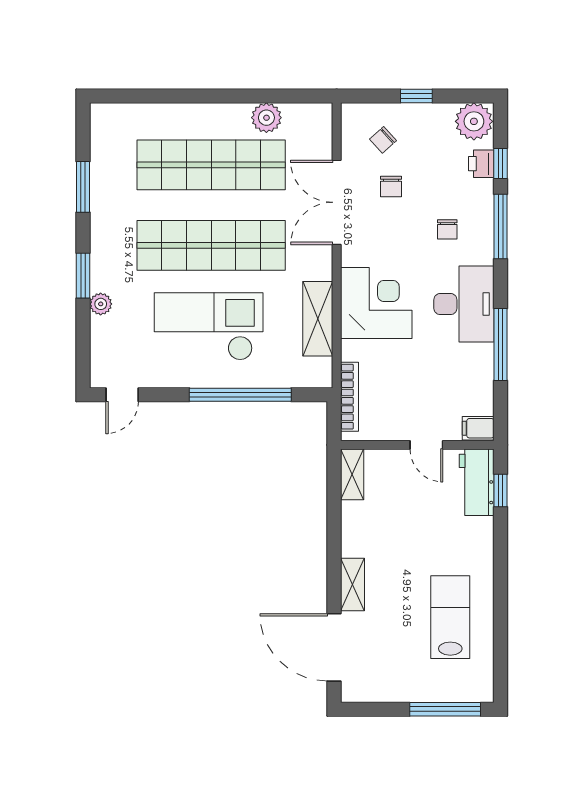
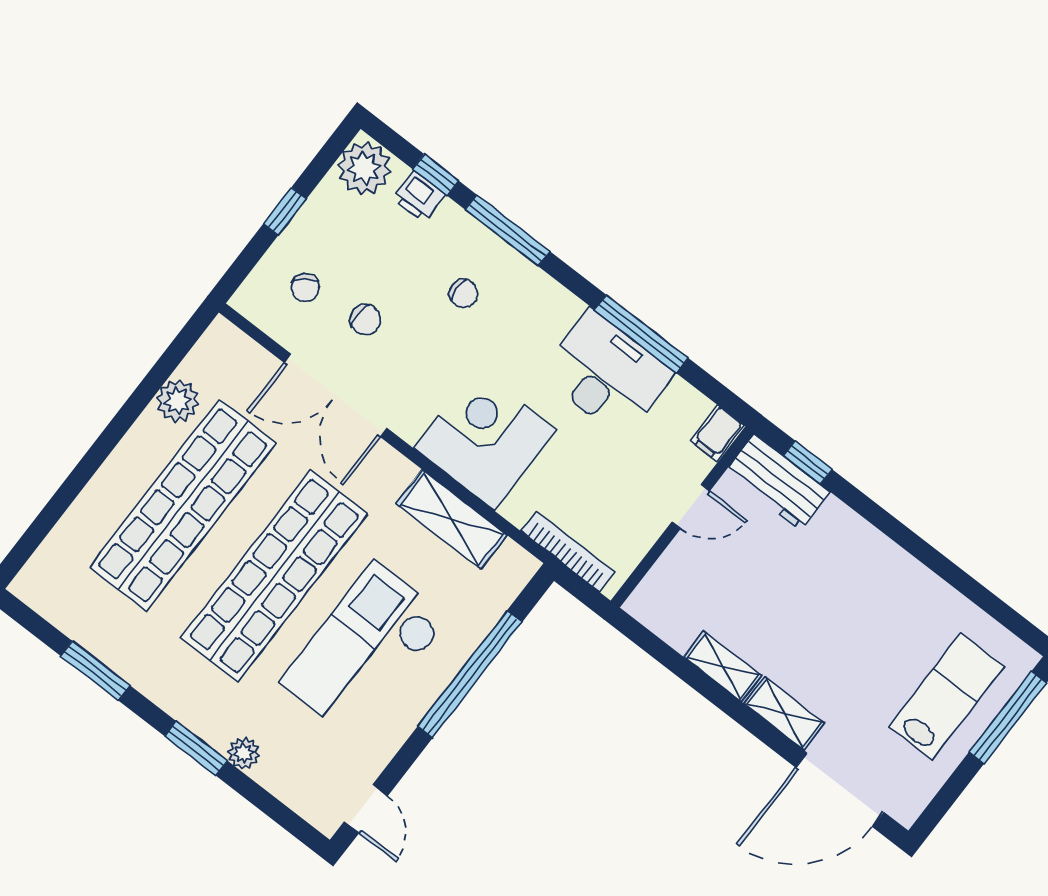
desk: (464, 304) -> (607, 374), moved
shelving: (352, 474) -> (723, 666), moved
lab bench: (450, 617) -> (947, 696), moved, turned 90

